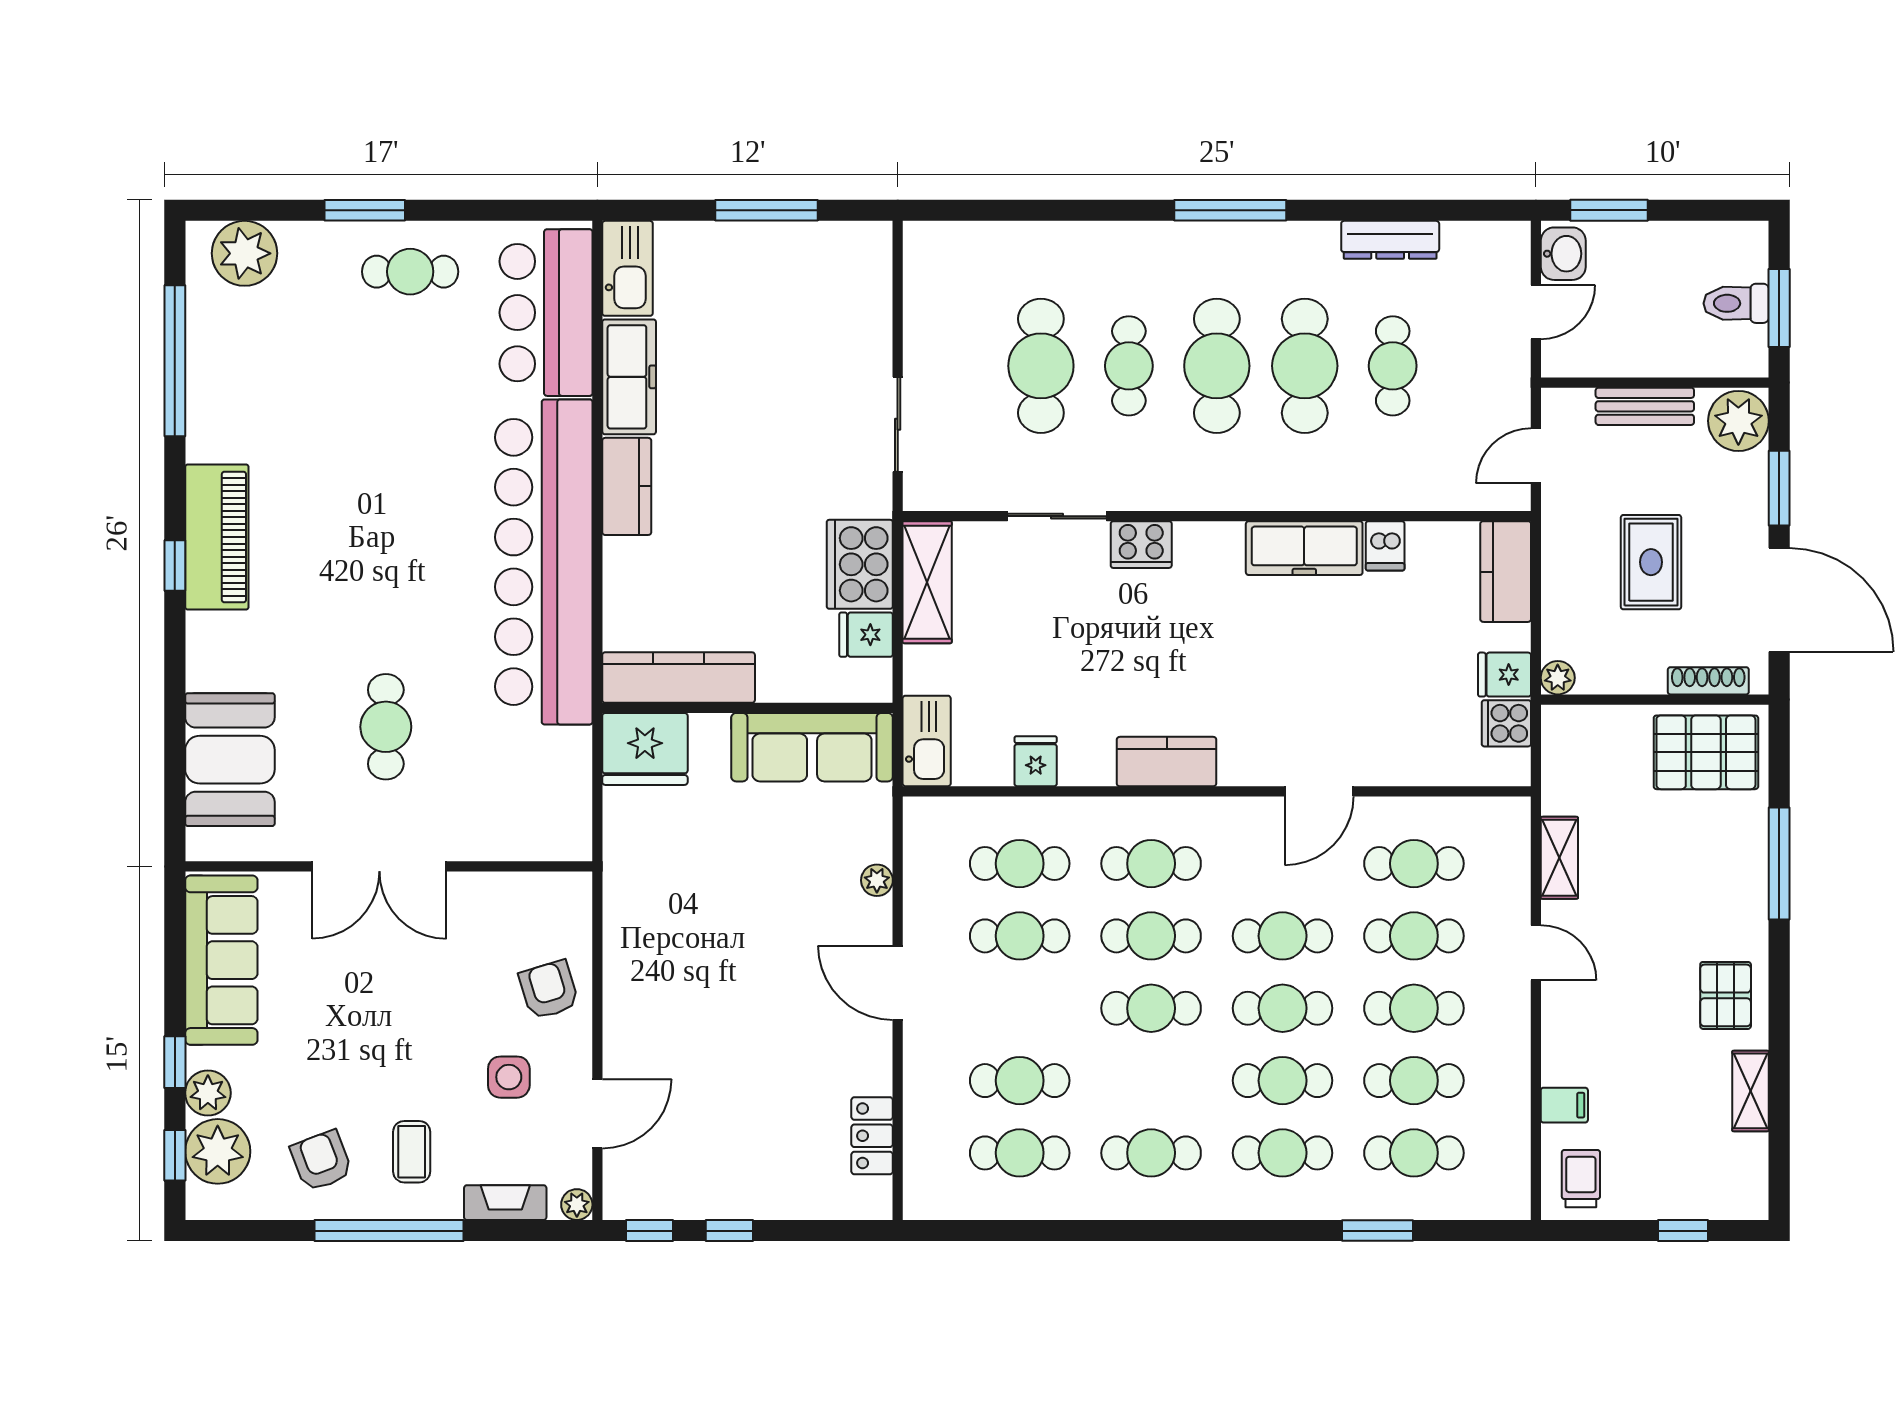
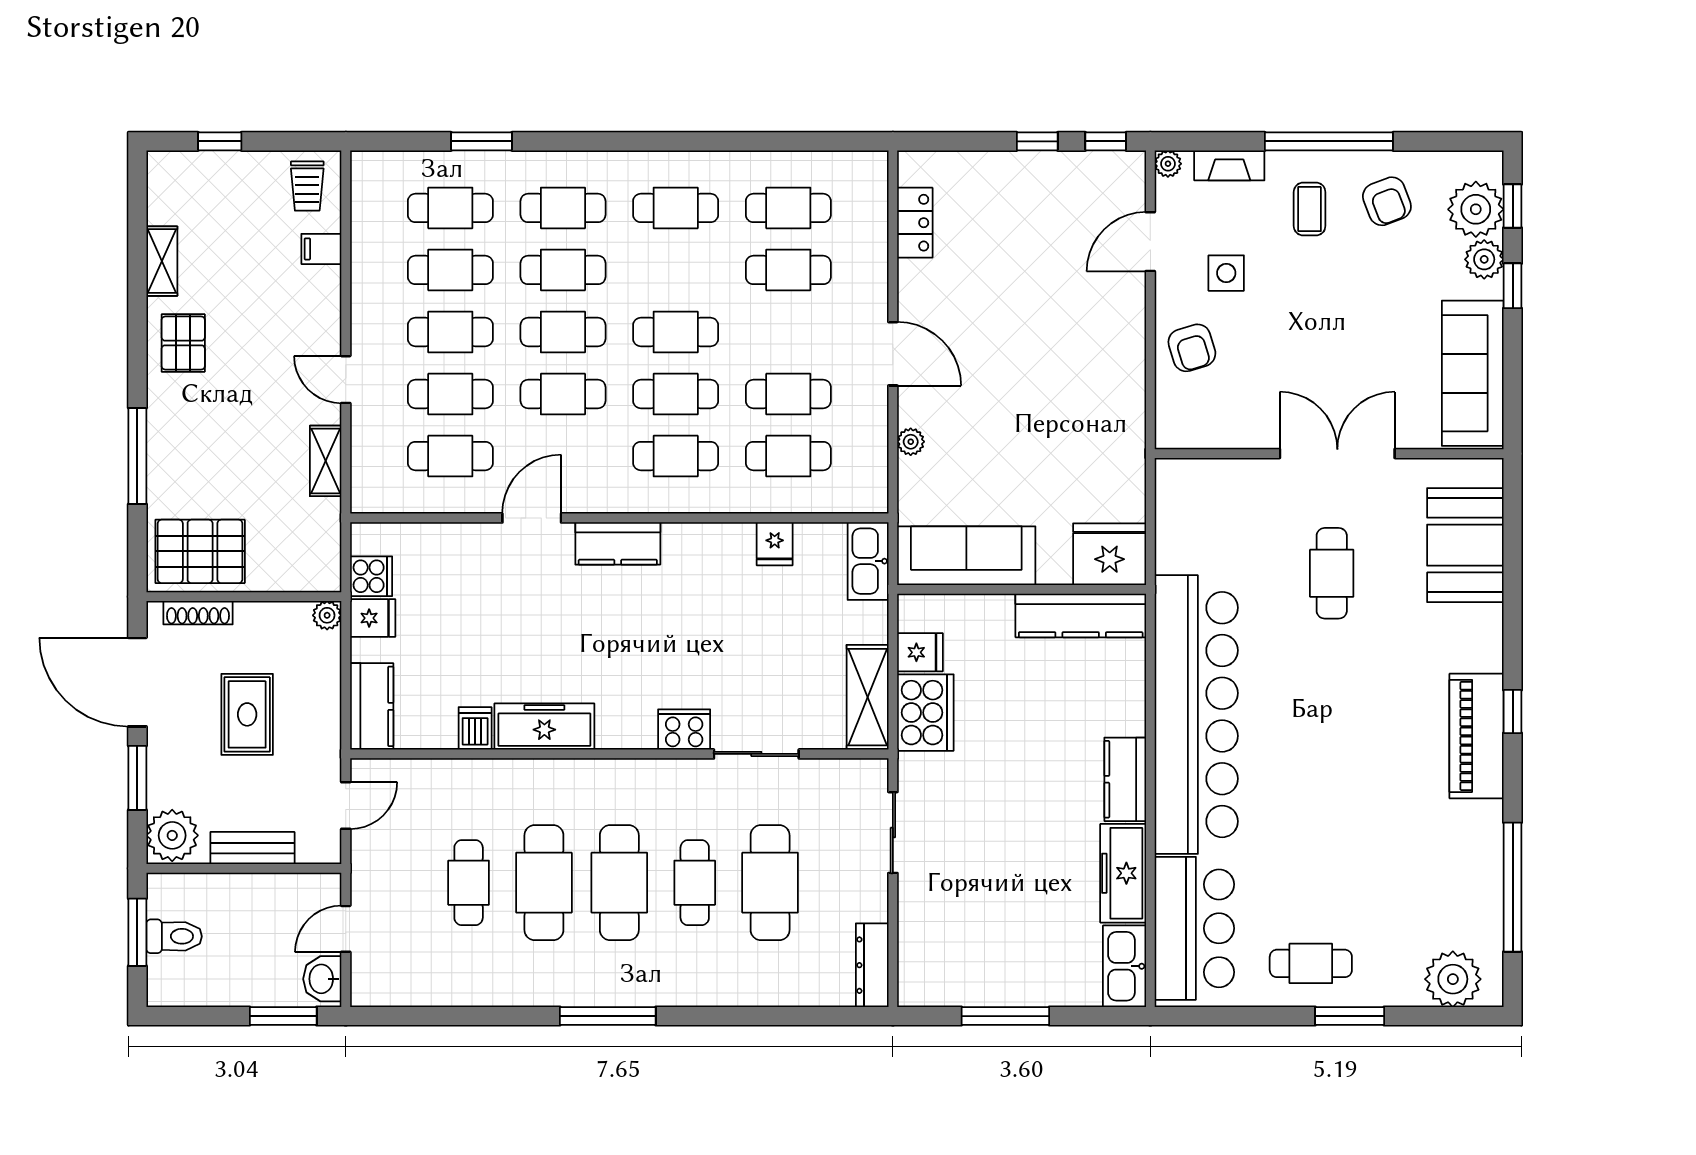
dresser: (1390, 240) -> (872, 965), moved, turned -90
kitchen counter: (1167, 762) -> (618, 543), moved

